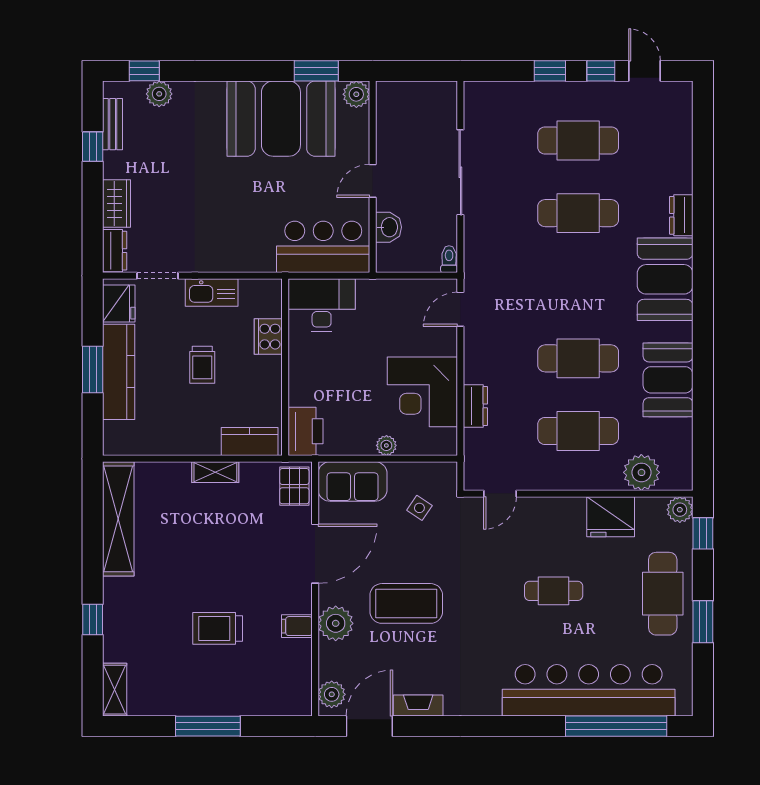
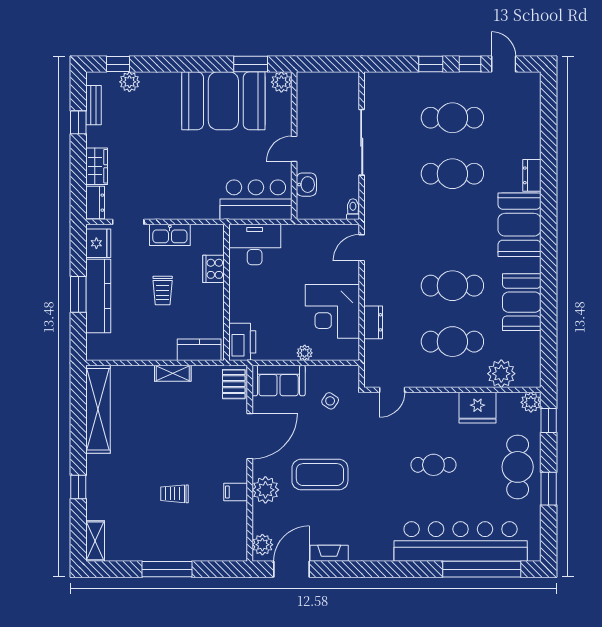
trolley: (218, 628) -> (175, 494), width x0.73, depth x0.72

